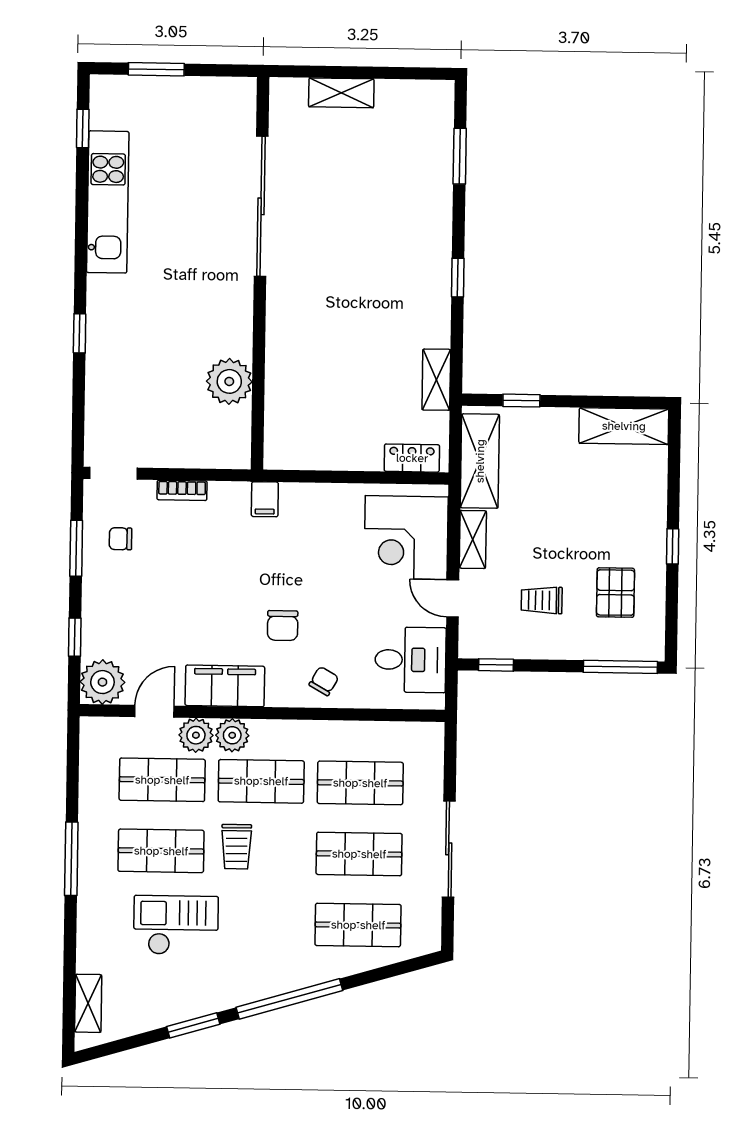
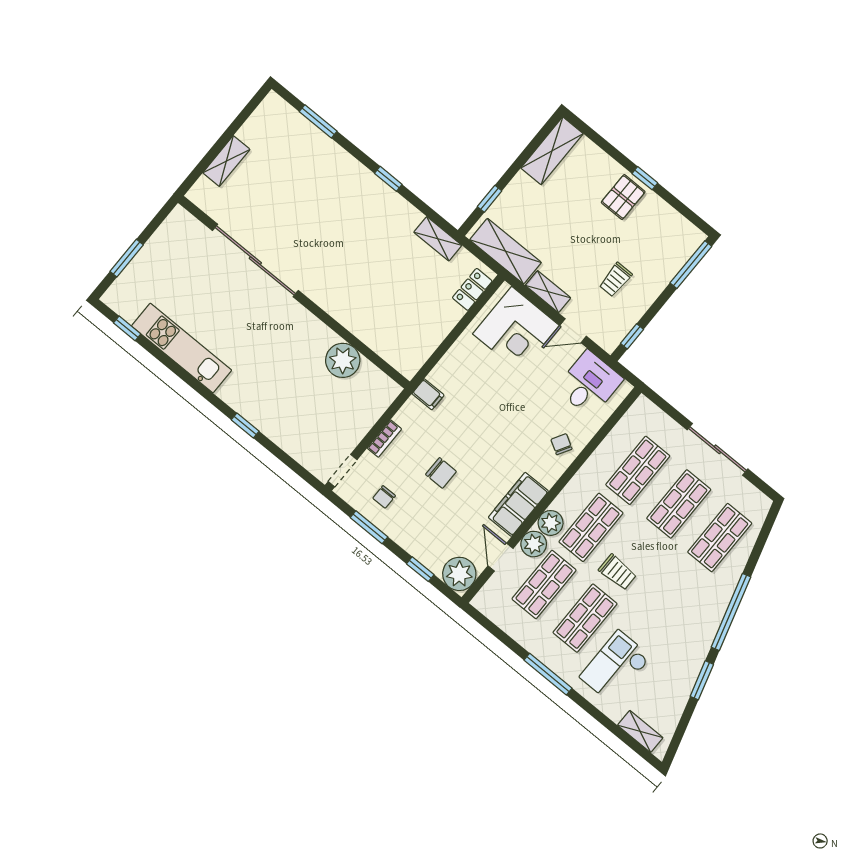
pallet: (615, 593) -> (623, 197), moved, turned 90
chair: (283, 626) -> (441, 473), moved
checkout: (176, 925) -> (615, 667), moved

